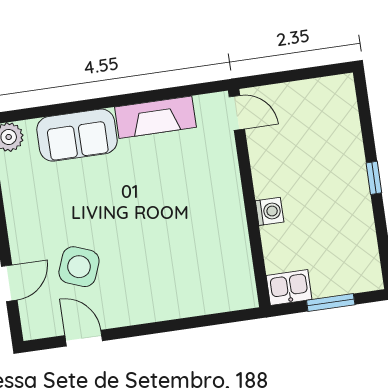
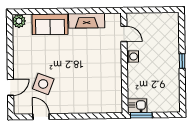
door: (237, 113) -> (124, 34), moved
washing machine: (270, 211) -> (133, 56), moved
window: (331, 303) -> (141, 115), moved

